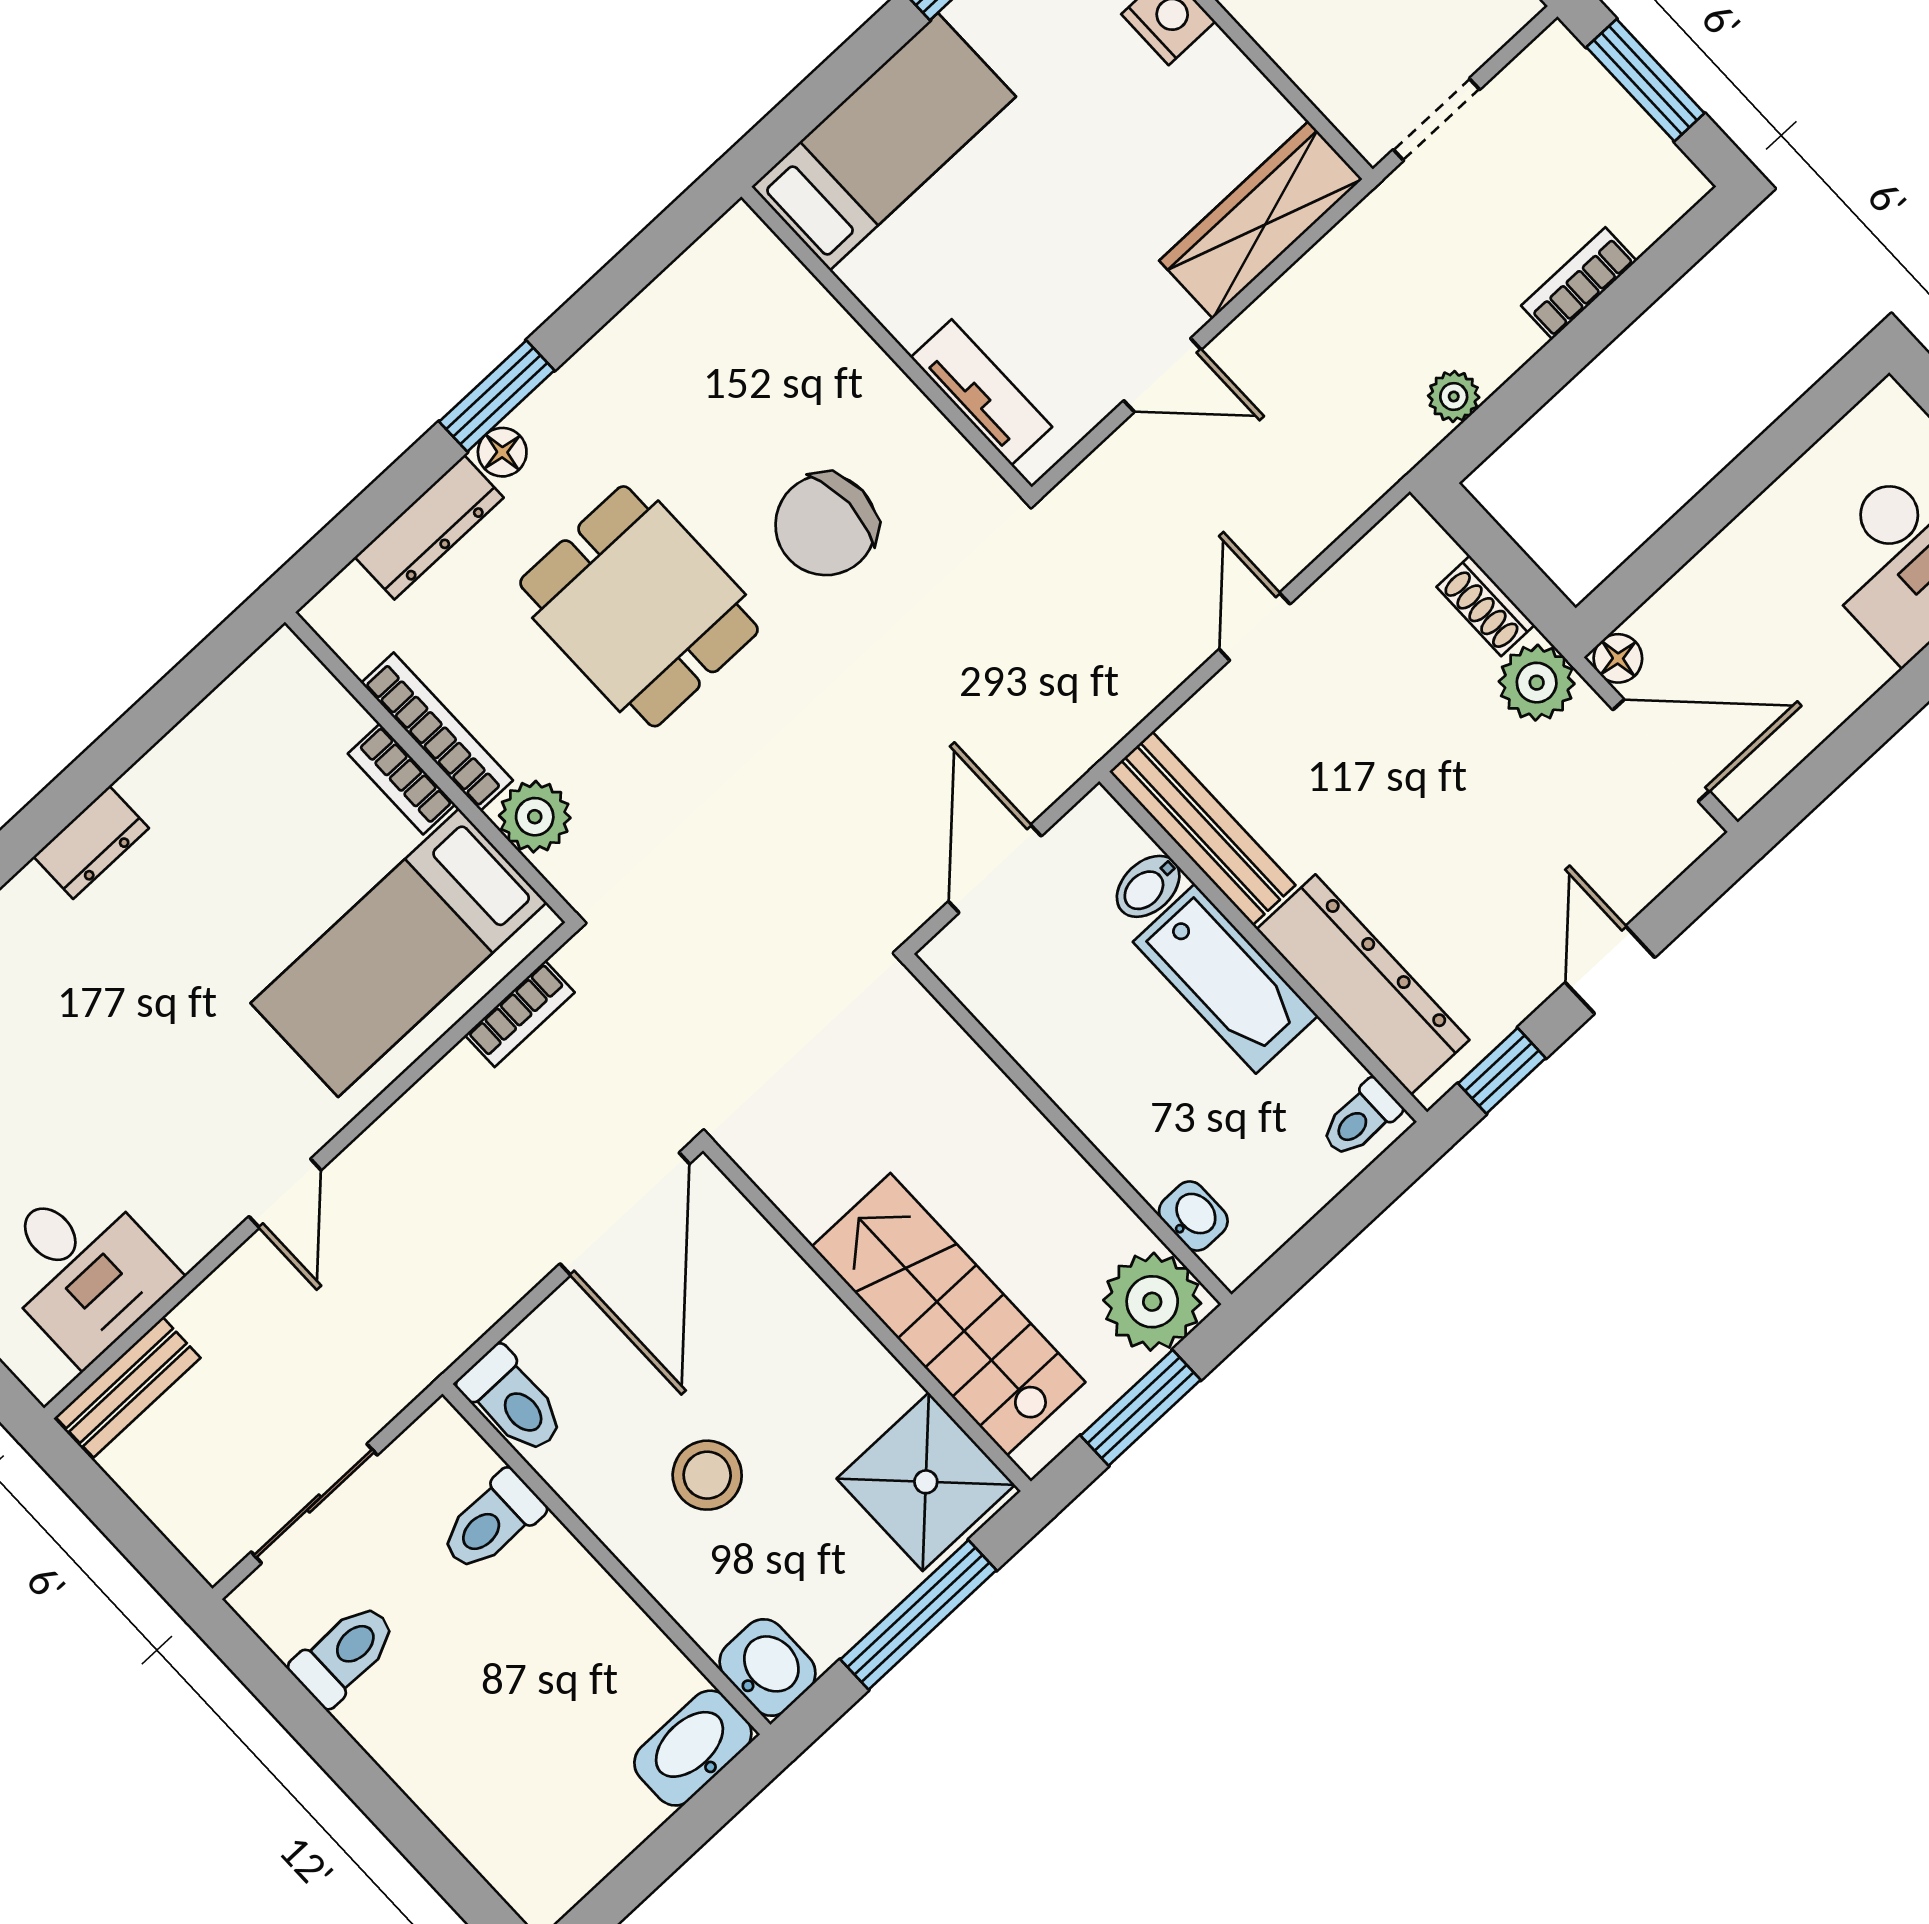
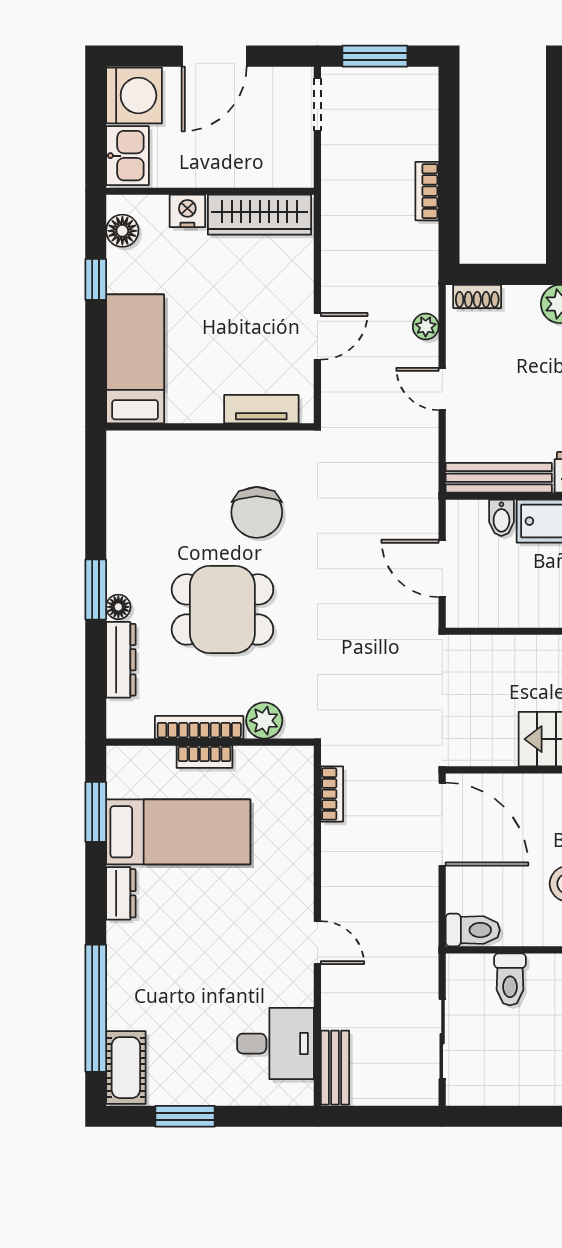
doorway: (1436, 120) -> (317, 104), moved
wardrobe: (1261, 220) -> (260, 215), moved, turned -90
bookcase: (1579, 283) -> (427, 191), moved
plant: (1454, 396) -> (426, 327), moved
shoe rack: (1486, 606) -> (477, 296), moved
window: (175, 696) -> (96, 812), added
bed: (399, 953) -> (178, 832), moved, turned -90
toilet: (345, 1654) -> (508, 1079), removed

